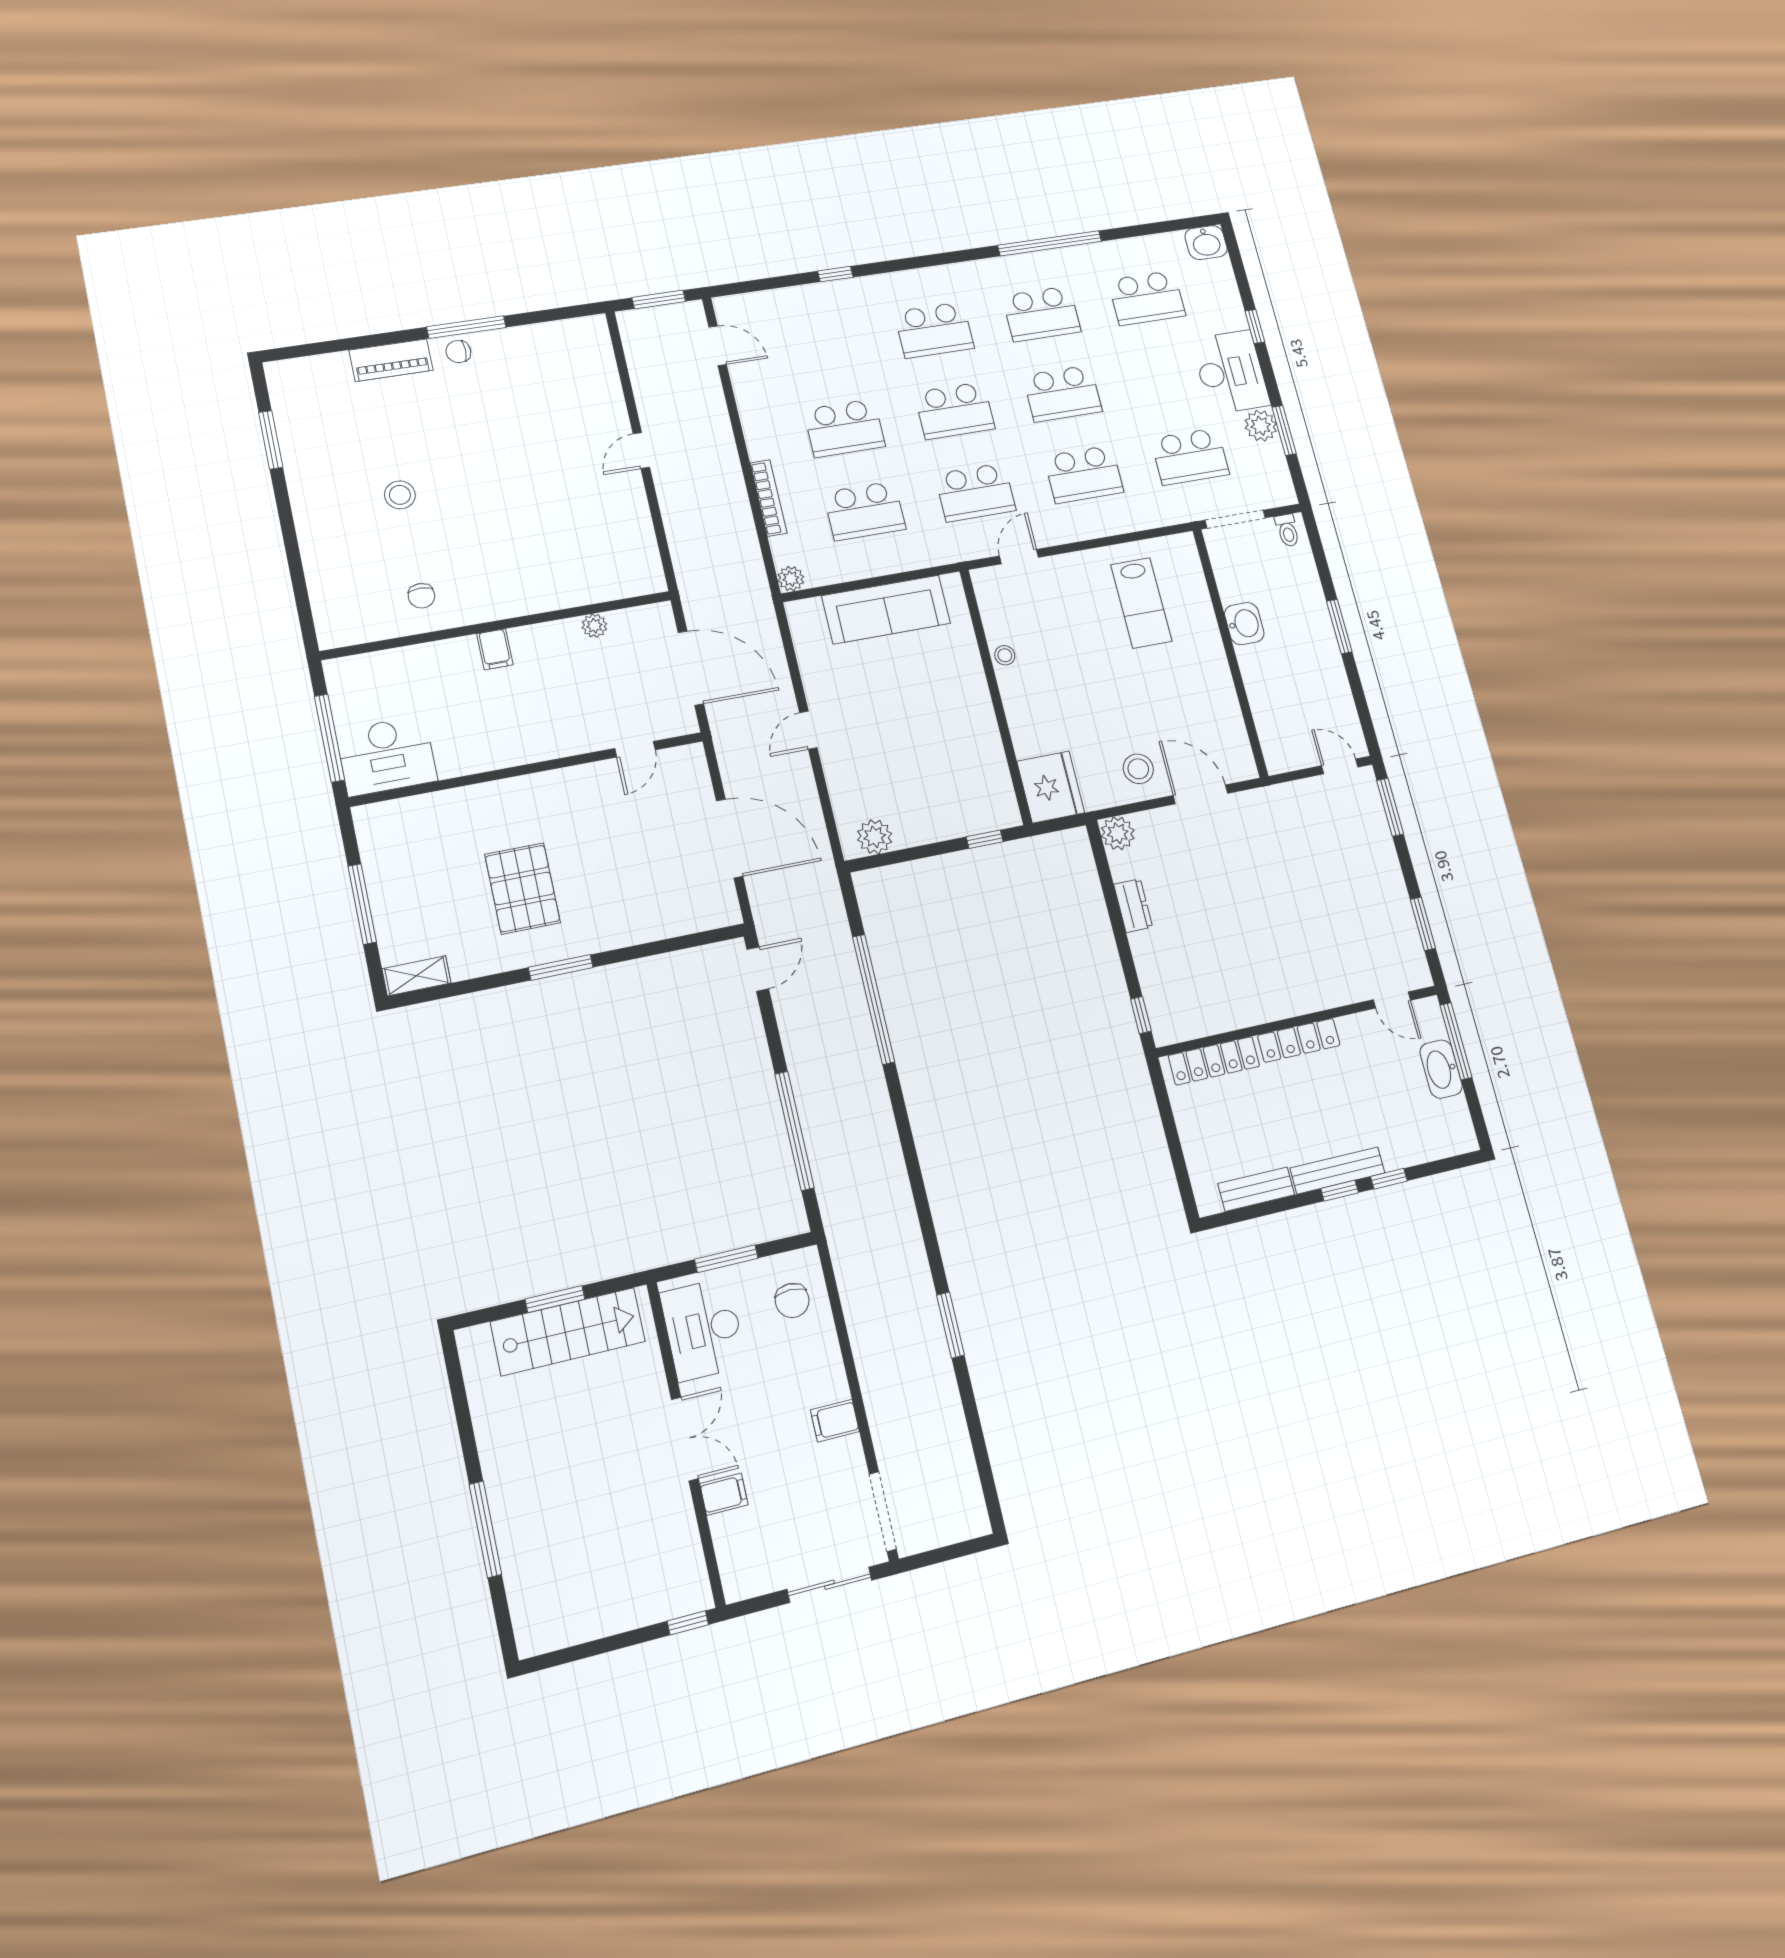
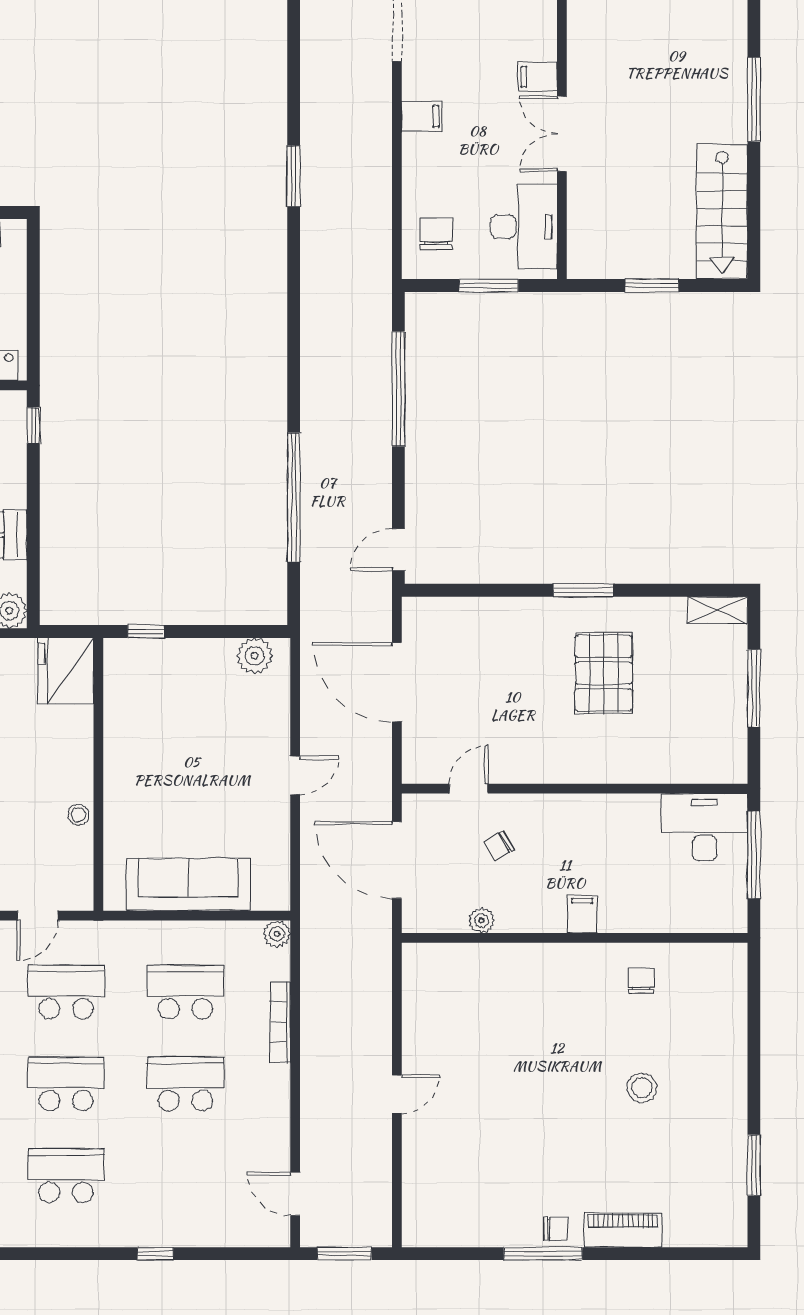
chair: (593, 700) -> (499, 846), added
stairs: (568, 1332) -> (722, 211), moved, turned -90

